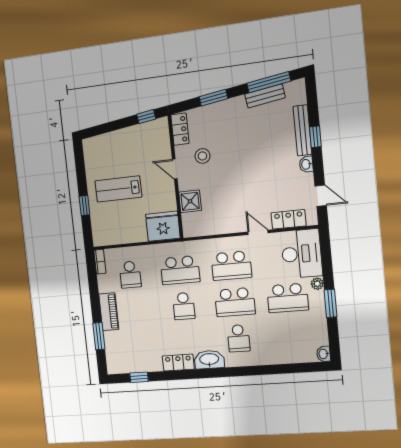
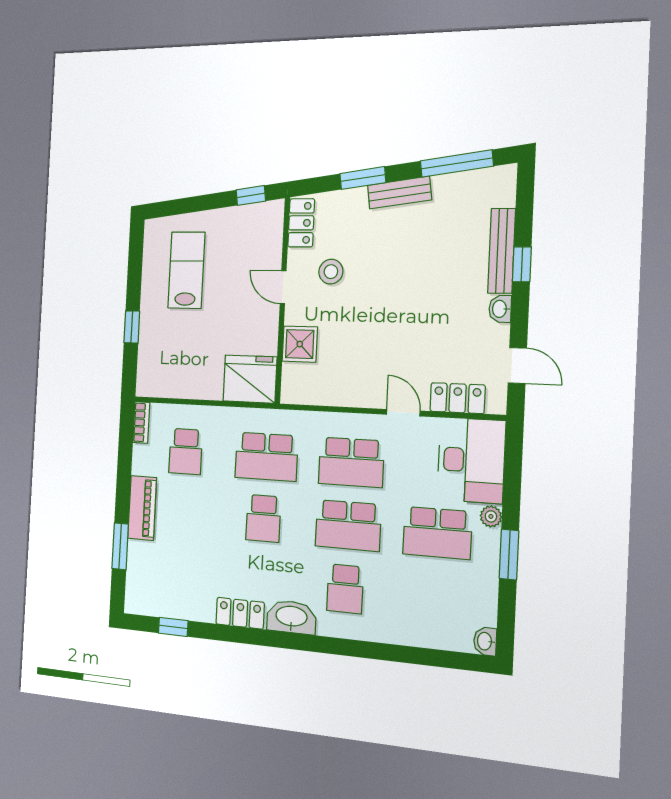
bench: (265, 96) -> (399, 193), moved
lab bench: (118, 189) -> (186, 270), moved, turned 90

